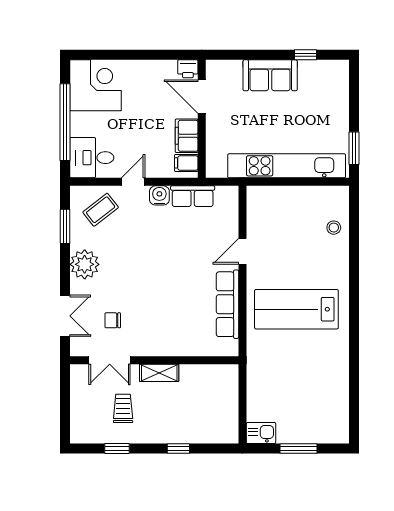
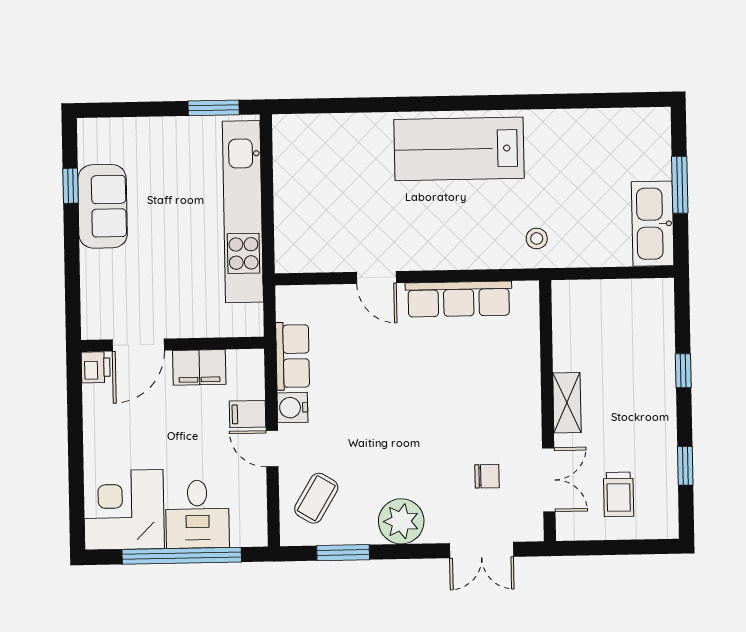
sofa: (270, 75) -> (103, 206), moved
desk: (92, 158) -> (197, 514), moved
filing cabinet: (186, 163) -> (247, 414), moved, turned 90
coffee table: (101, 210) -> (316, 498), turned 69
stool: (334, 228) -> (537, 238), moved
lab bench: (296, 309) -> (459, 149), moved, turned 90
double door: (65, 316) -> (481, 550), swing flipped
chair: (113, 320) -> (487, 476), turned -90
trolley: (123, 408) -> (619, 494), moved, turned -90
kitchen sink: (261, 433) -> (653, 224), width x1.88, depth x1.24

